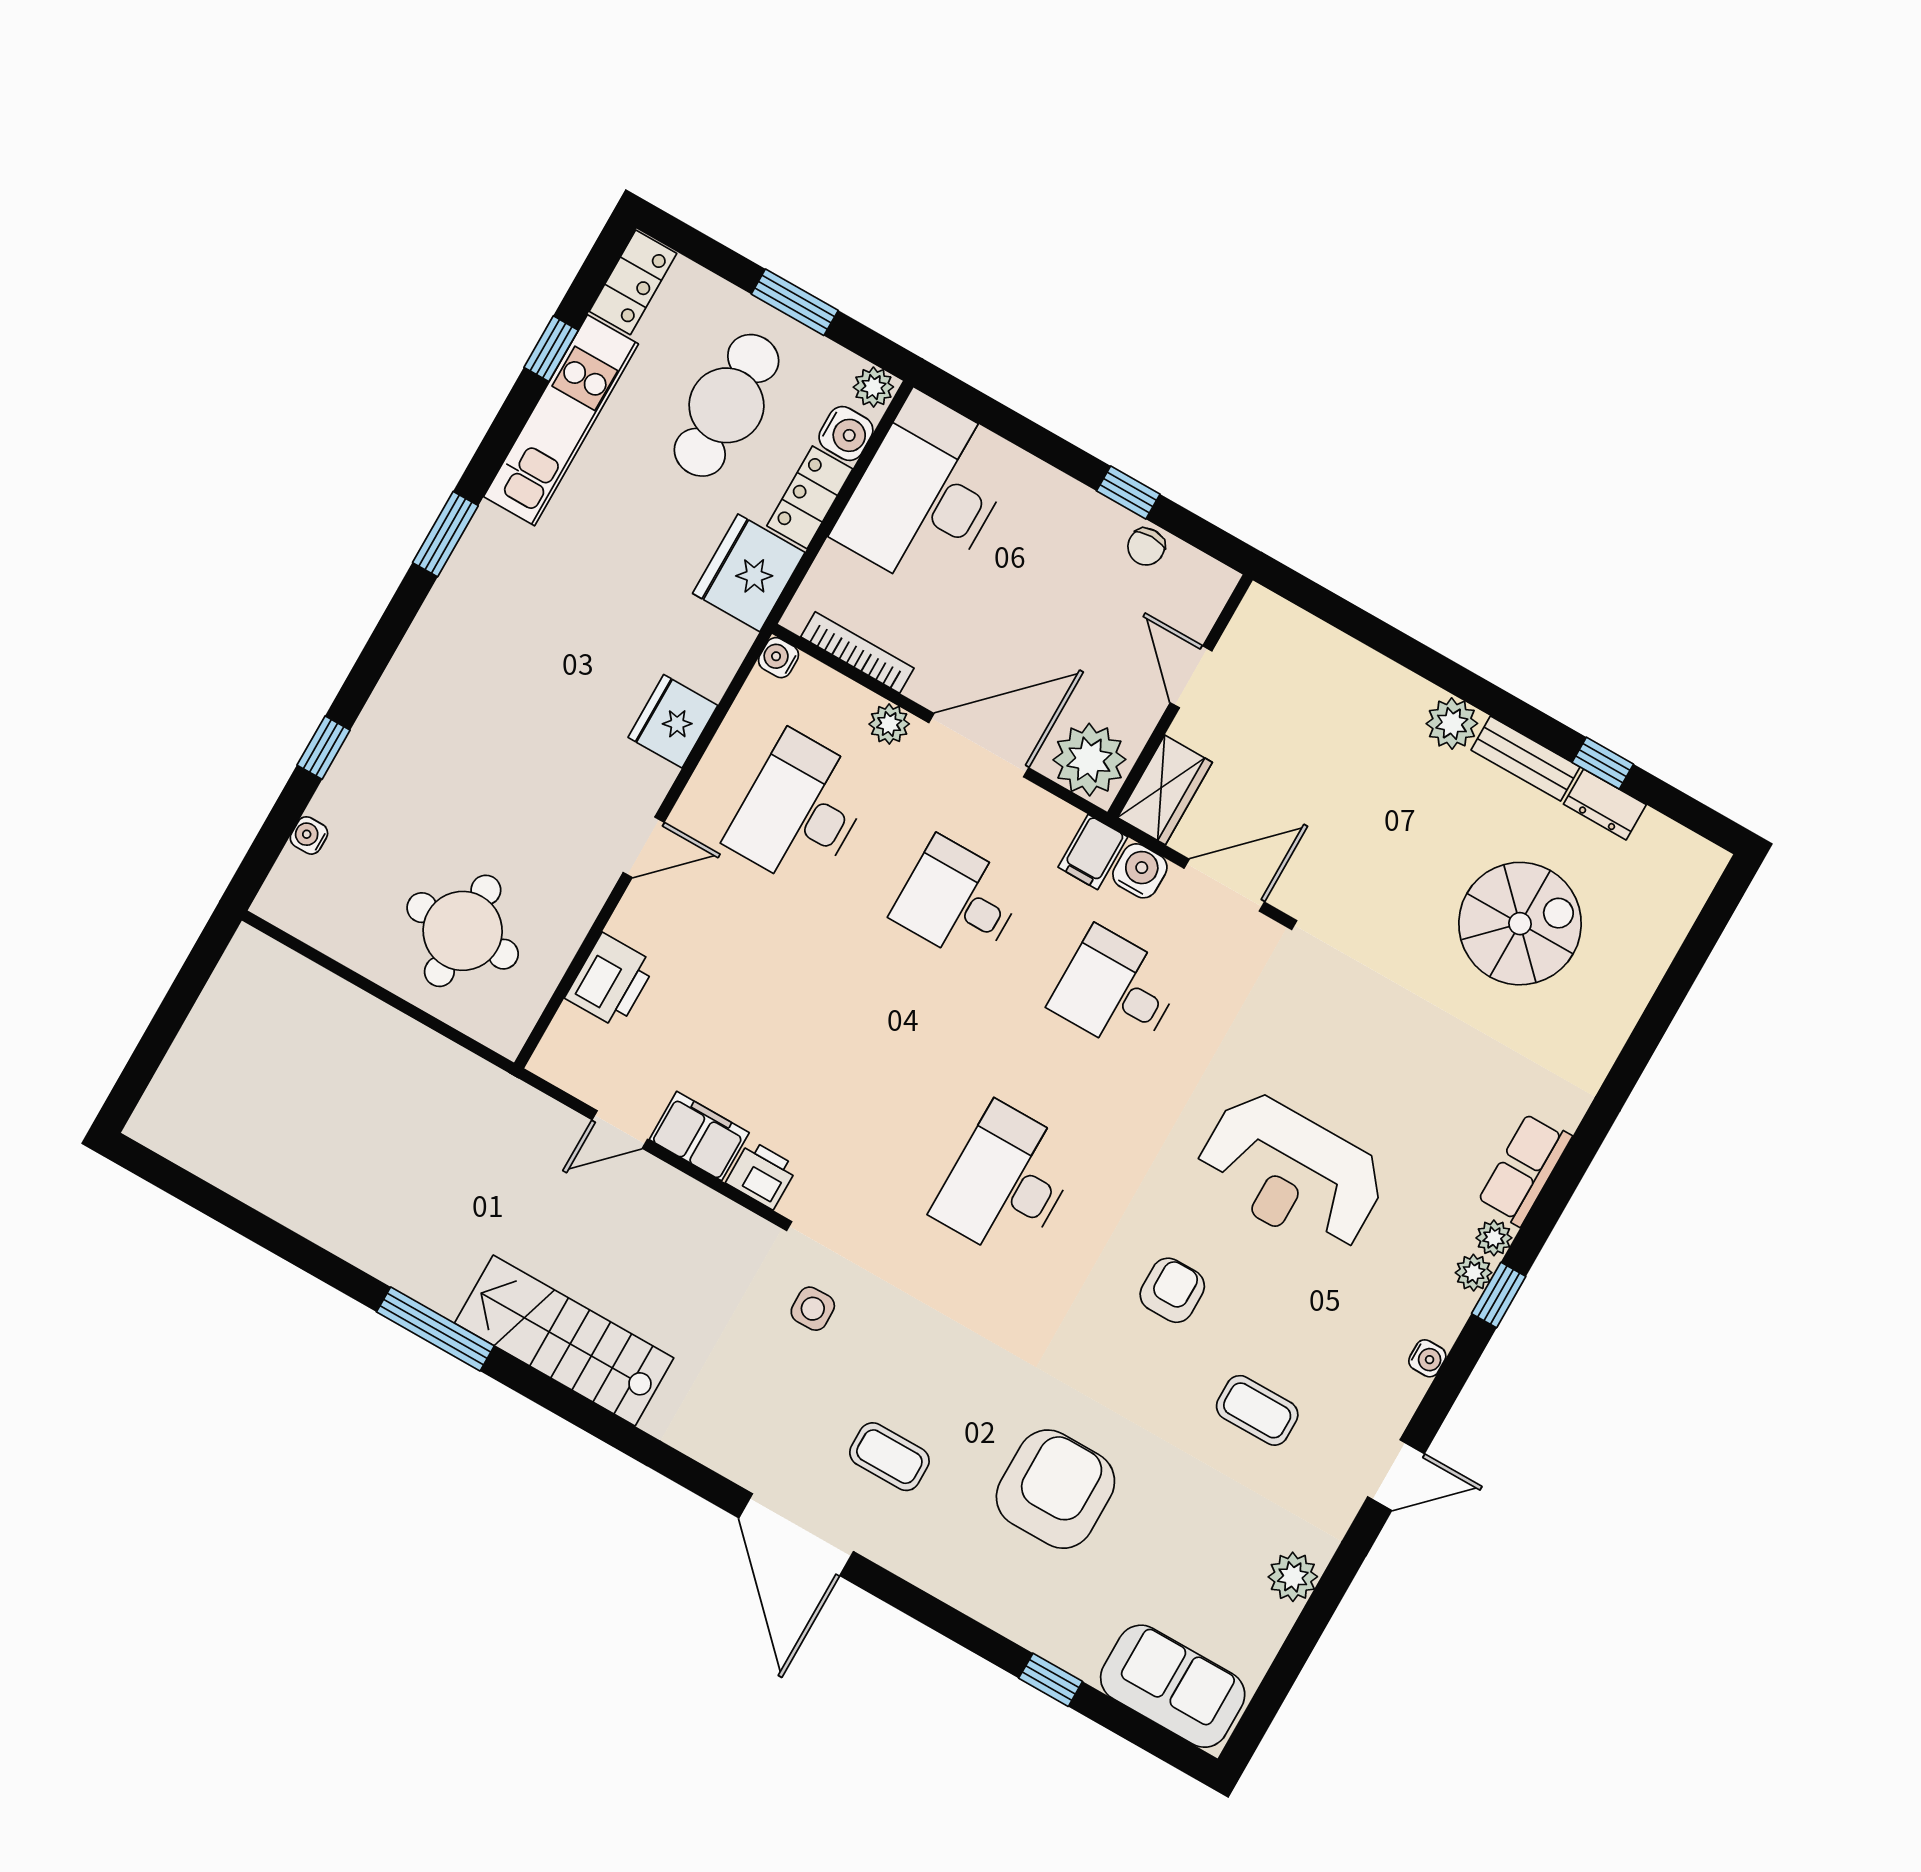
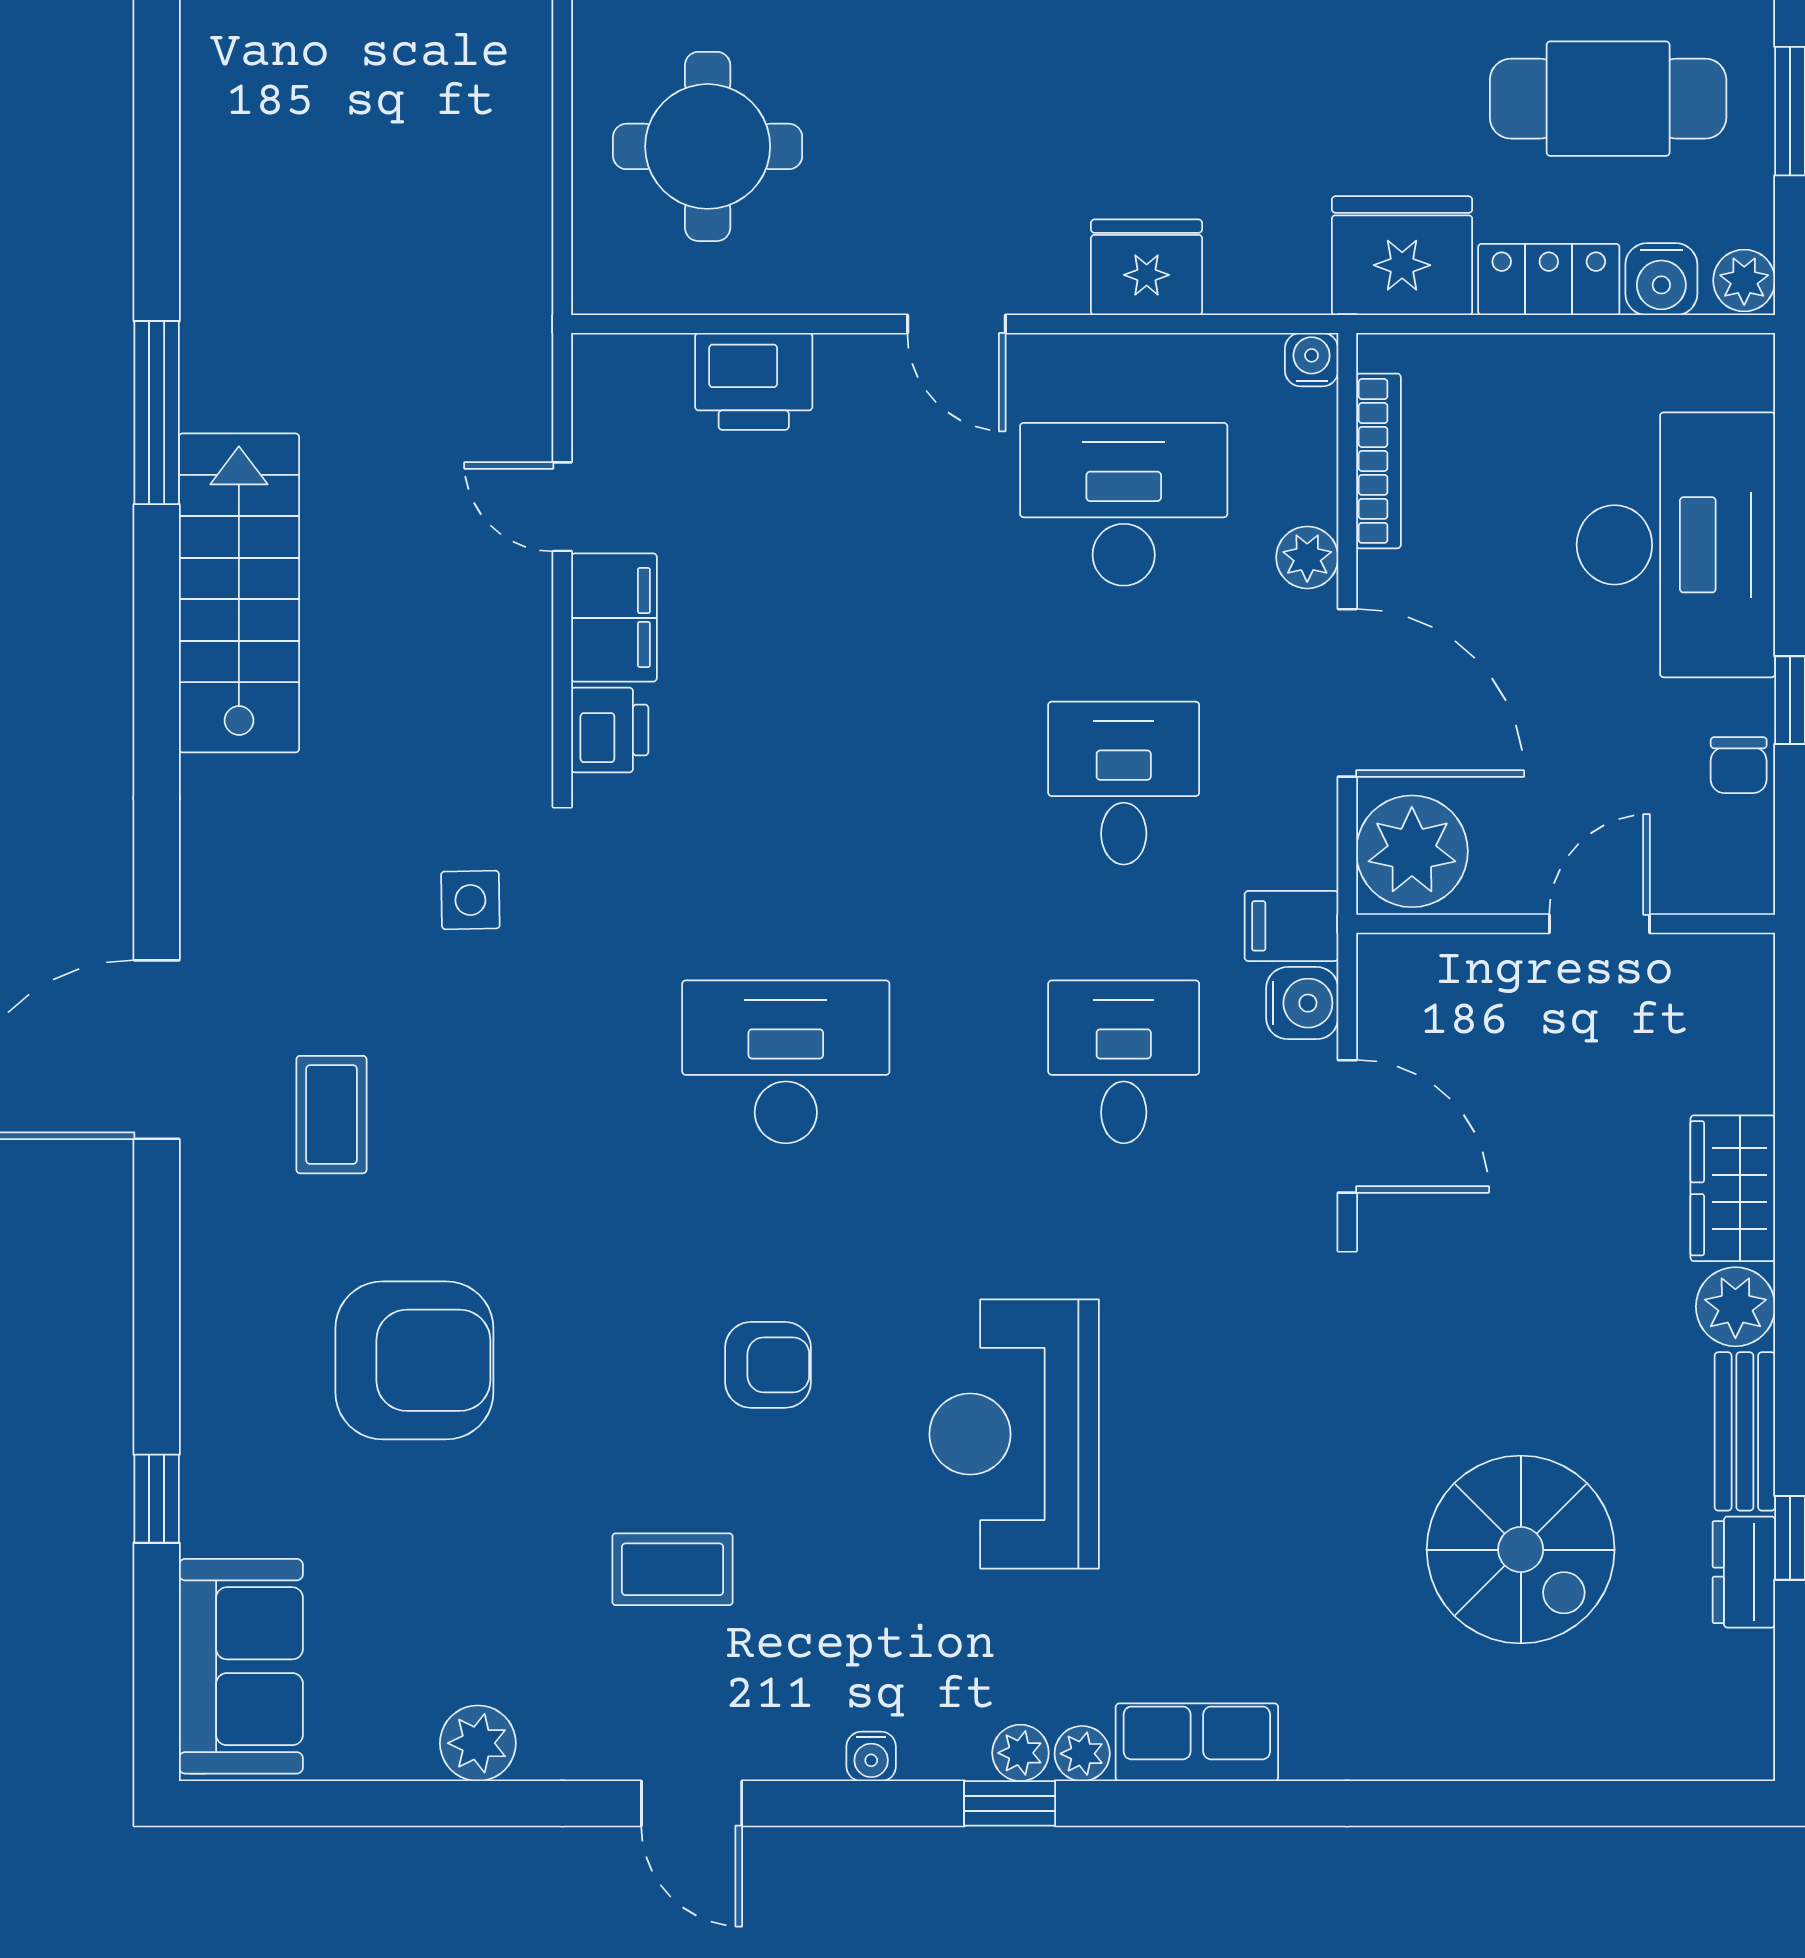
desk: (926, 494) -> (1676, 545), moved, turned 90
chair: (1146, 547) -> (1739, 765), turned -90
wardrobe: (1165, 790) -> (1733, 1188), moved, turned 90
coffee table: (1257, 1410) -> (673, 1569), turned 90

